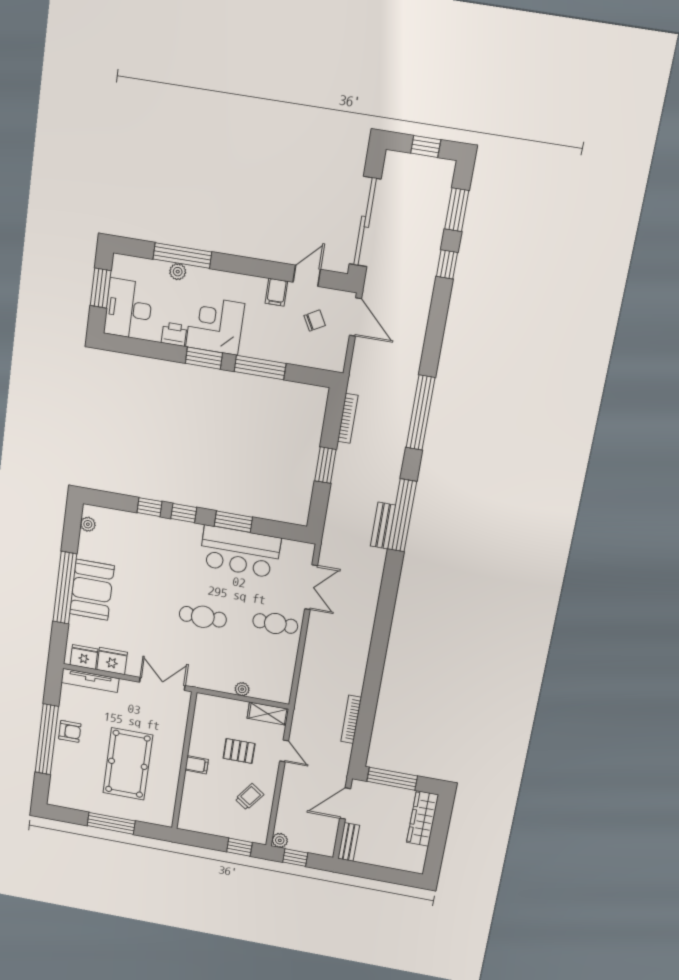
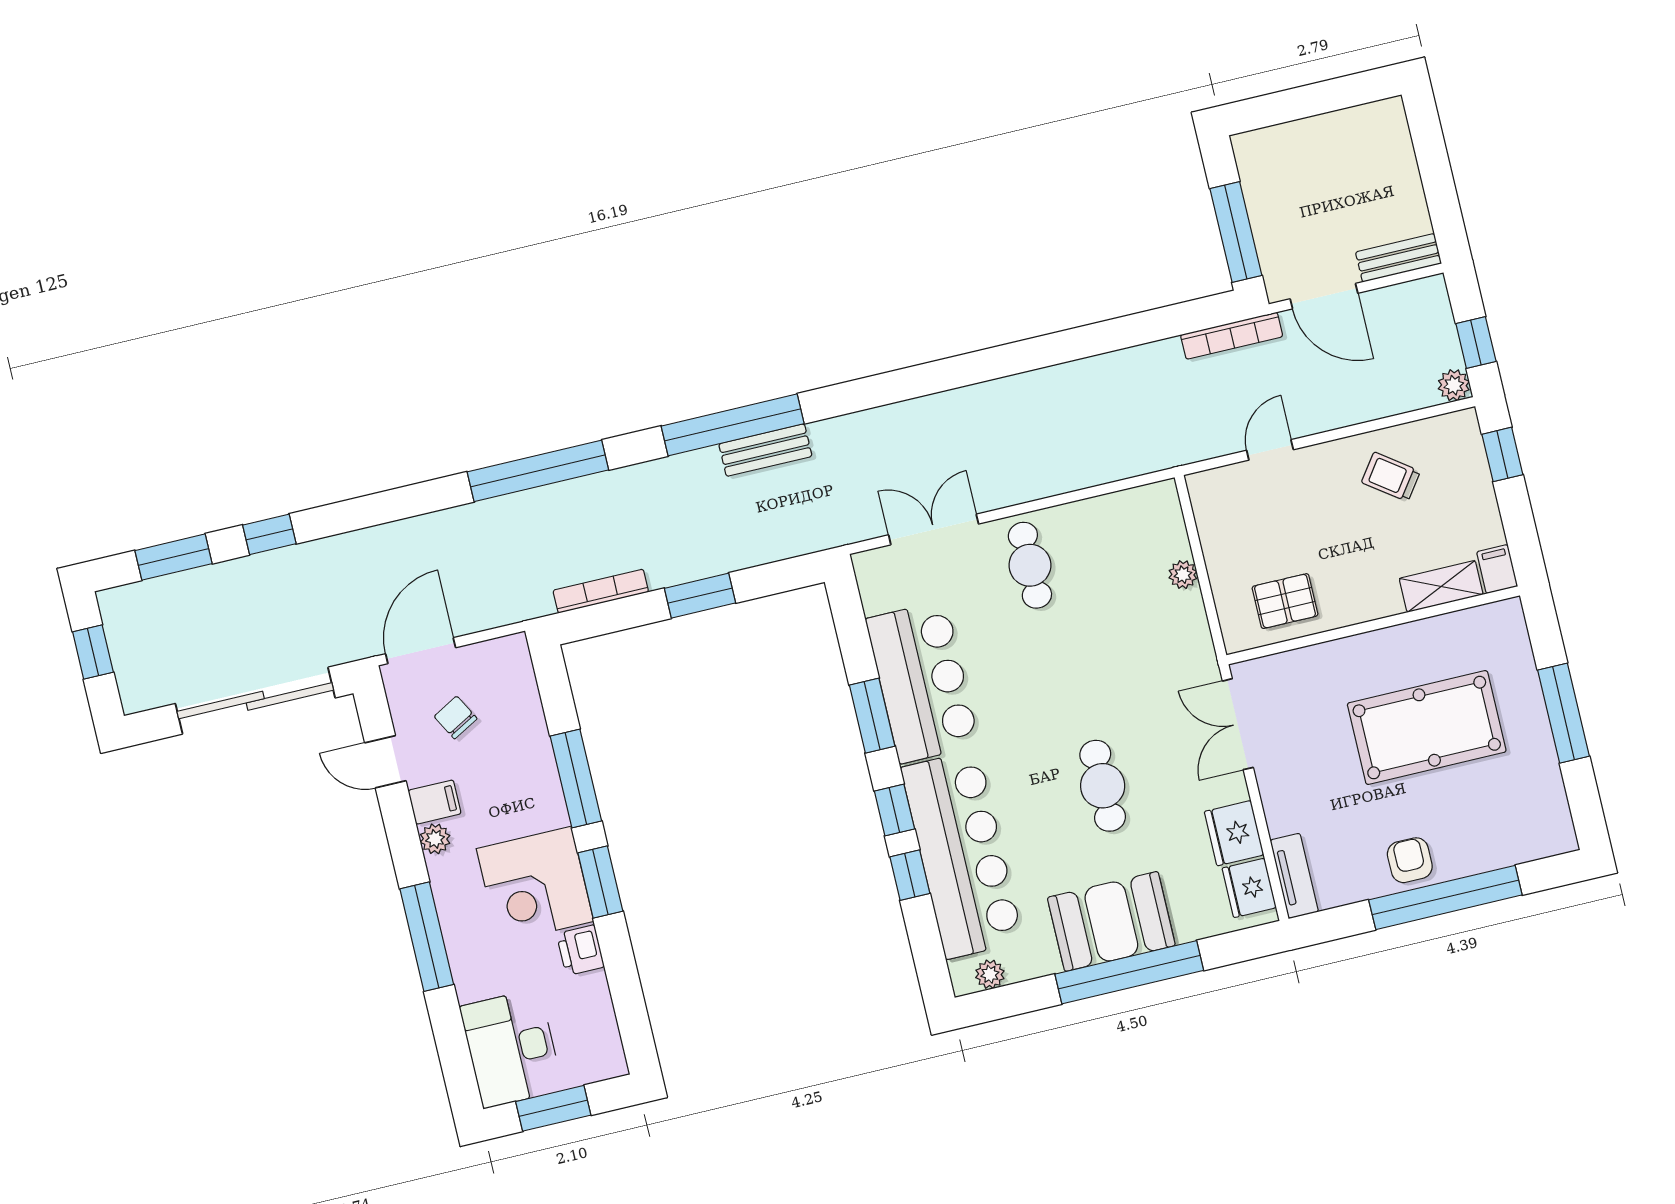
window: (182, 255) -> (427, 937), moved
plant: (178, 272) -> (435, 839), moved
desk: (128, 309) -> (511, 1048), moved, turned 90
bar counter: (150, 535) -> (962, 854), added
cafe table: (203, 617) -> (1103, 786), moved
tv unit: (90, 680) -> (1294, 876), width x0.71
shelving: (268, 714) -> (1441, 586), moved, turned 90
bookcase: (351, 719) -> (1232, 336), moved
pallet: (239, 751) -> (1285, 601), moved, turned 90
filing cabinet: (197, 765) -> (1497, 569), moved
wardrobe: (423, 819) -> (1290, 144), removed

